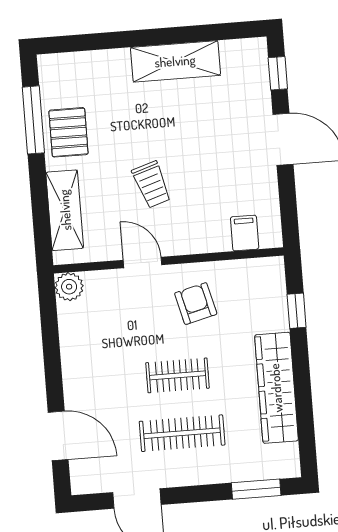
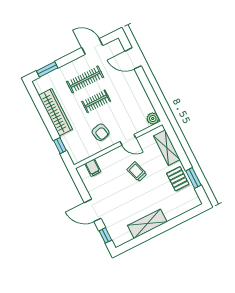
window: (33, 120) -> (193, 178), width x0.69

